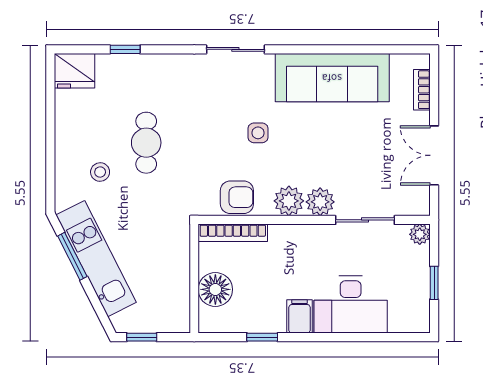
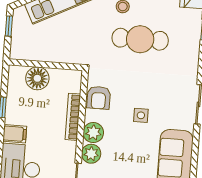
cafe table: (146, 143) -> (140, 39), width x1.37, depth x1.35
bookcase: (233, 233) -> (73, 117), moved

